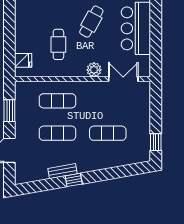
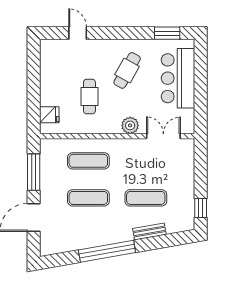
window: (9, 111) -> (34, 172), width x1.44
bench: (62, 171) -> (149, 232), moved
window: (74, 180) -> (107, 251), width x3.17

